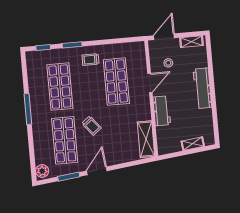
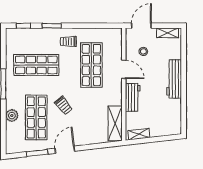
door: (150, 83) -> (124, 69), hinge flipped
shop shelf: (60, 87) -> (36, 65), turned 90
shelving: (193, 144) -> (139, 134), moved
plant: (42, 171) -> (12, 116), moved

